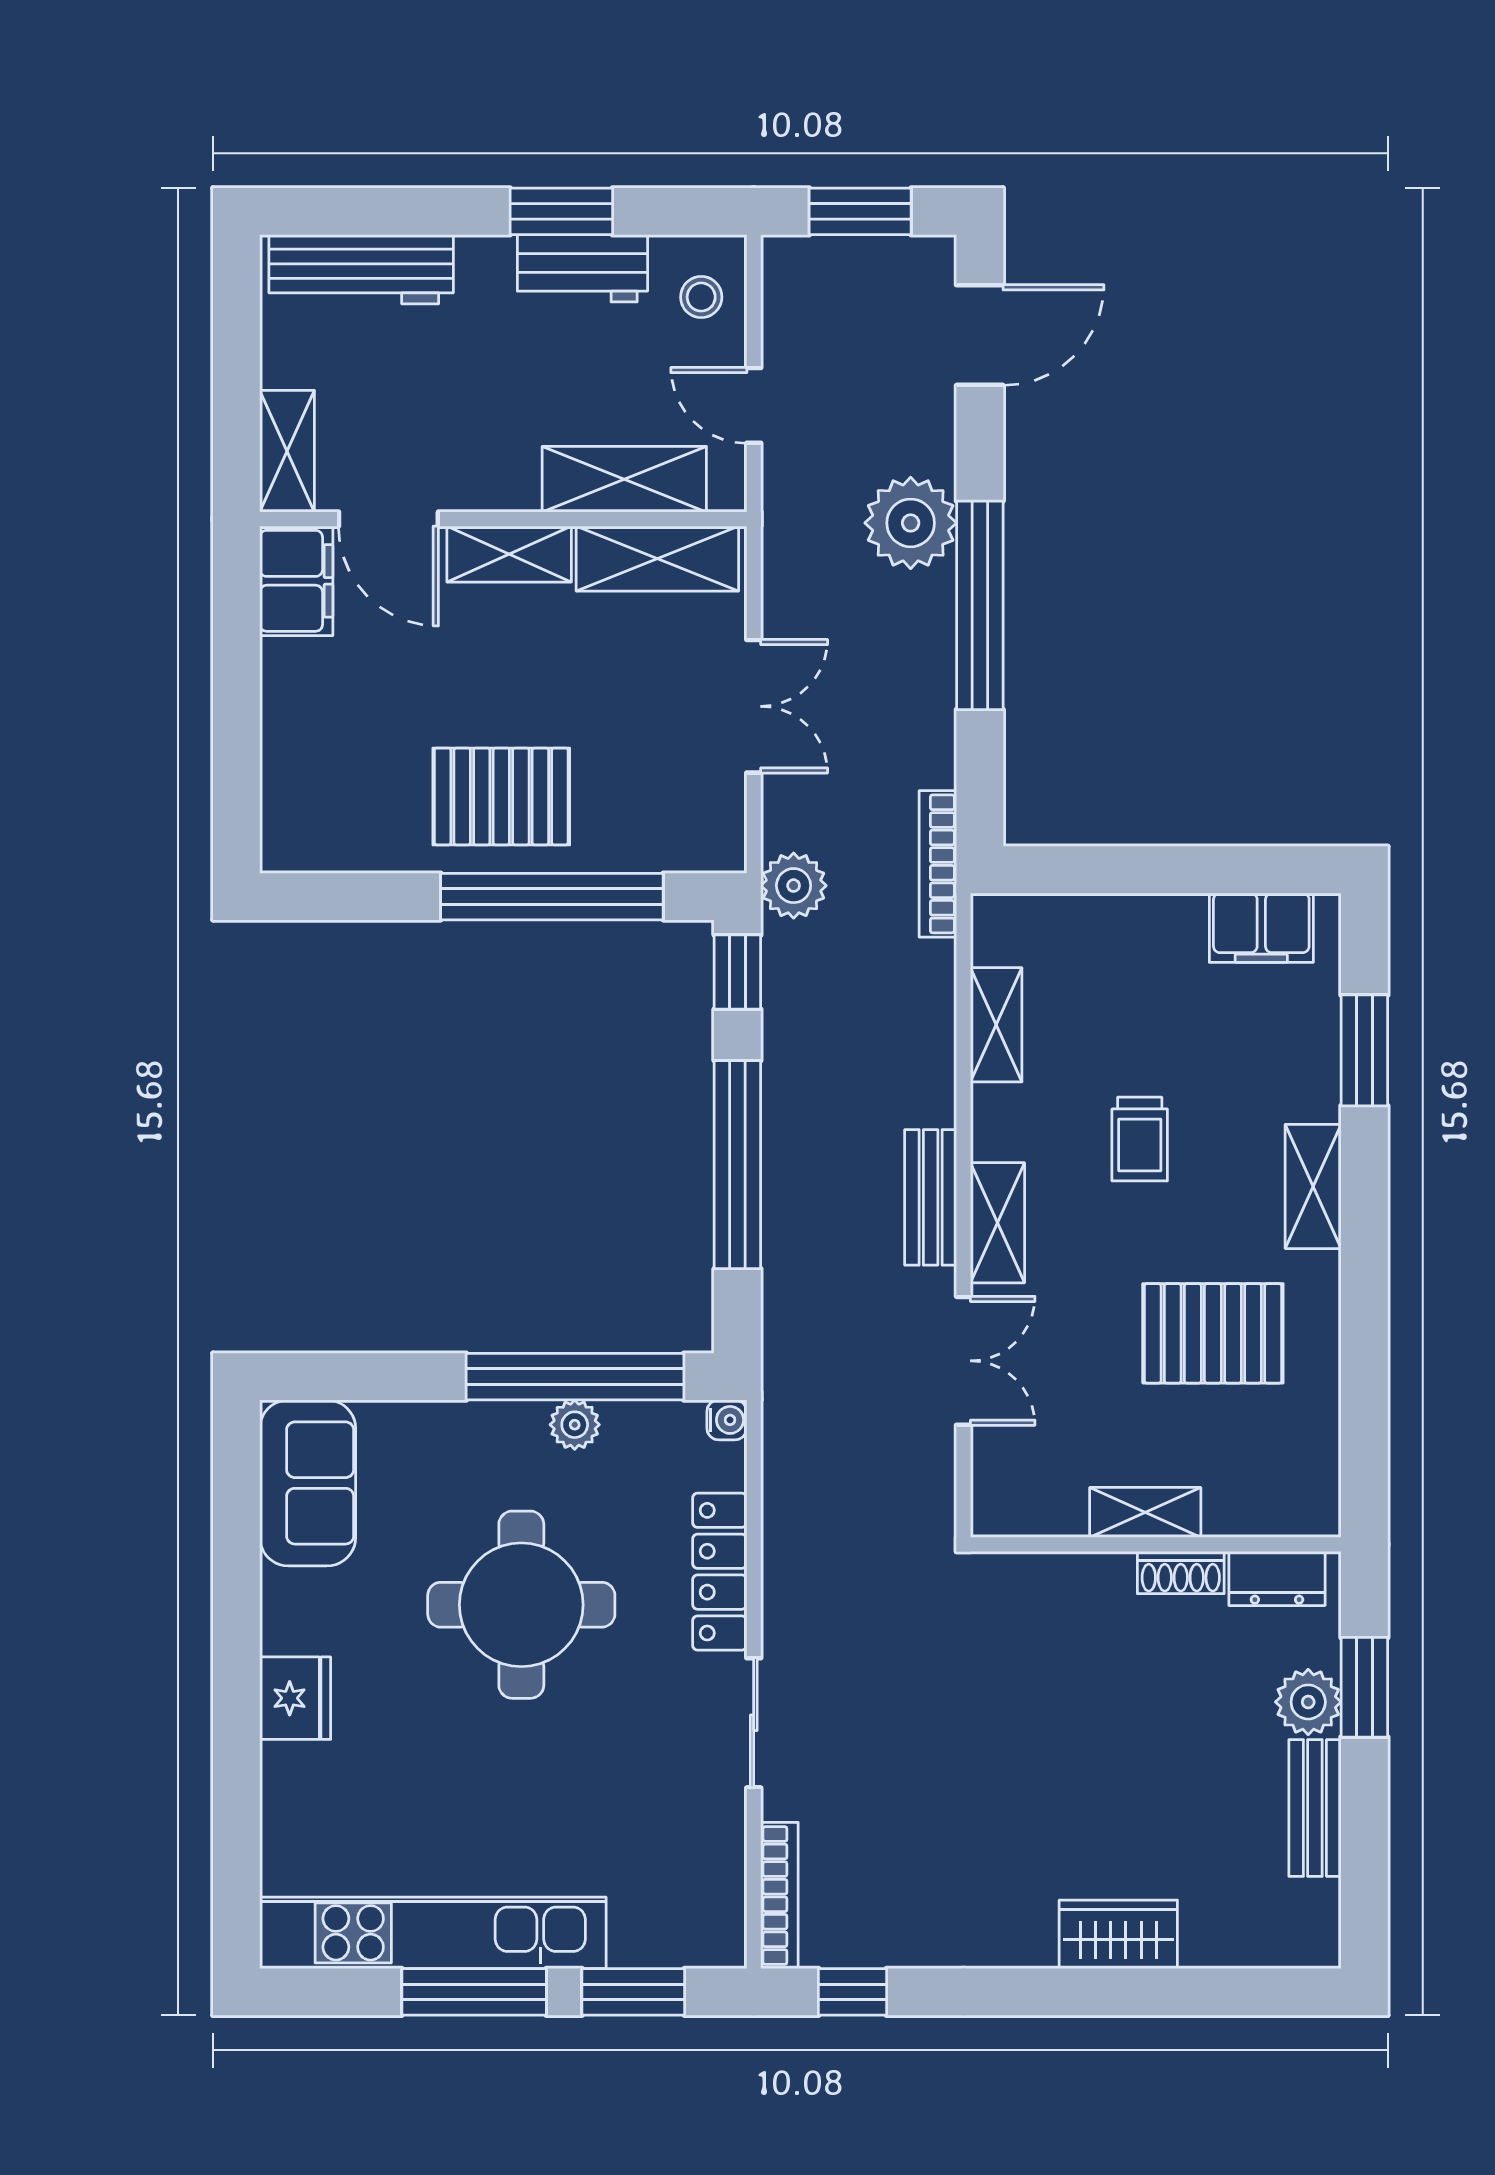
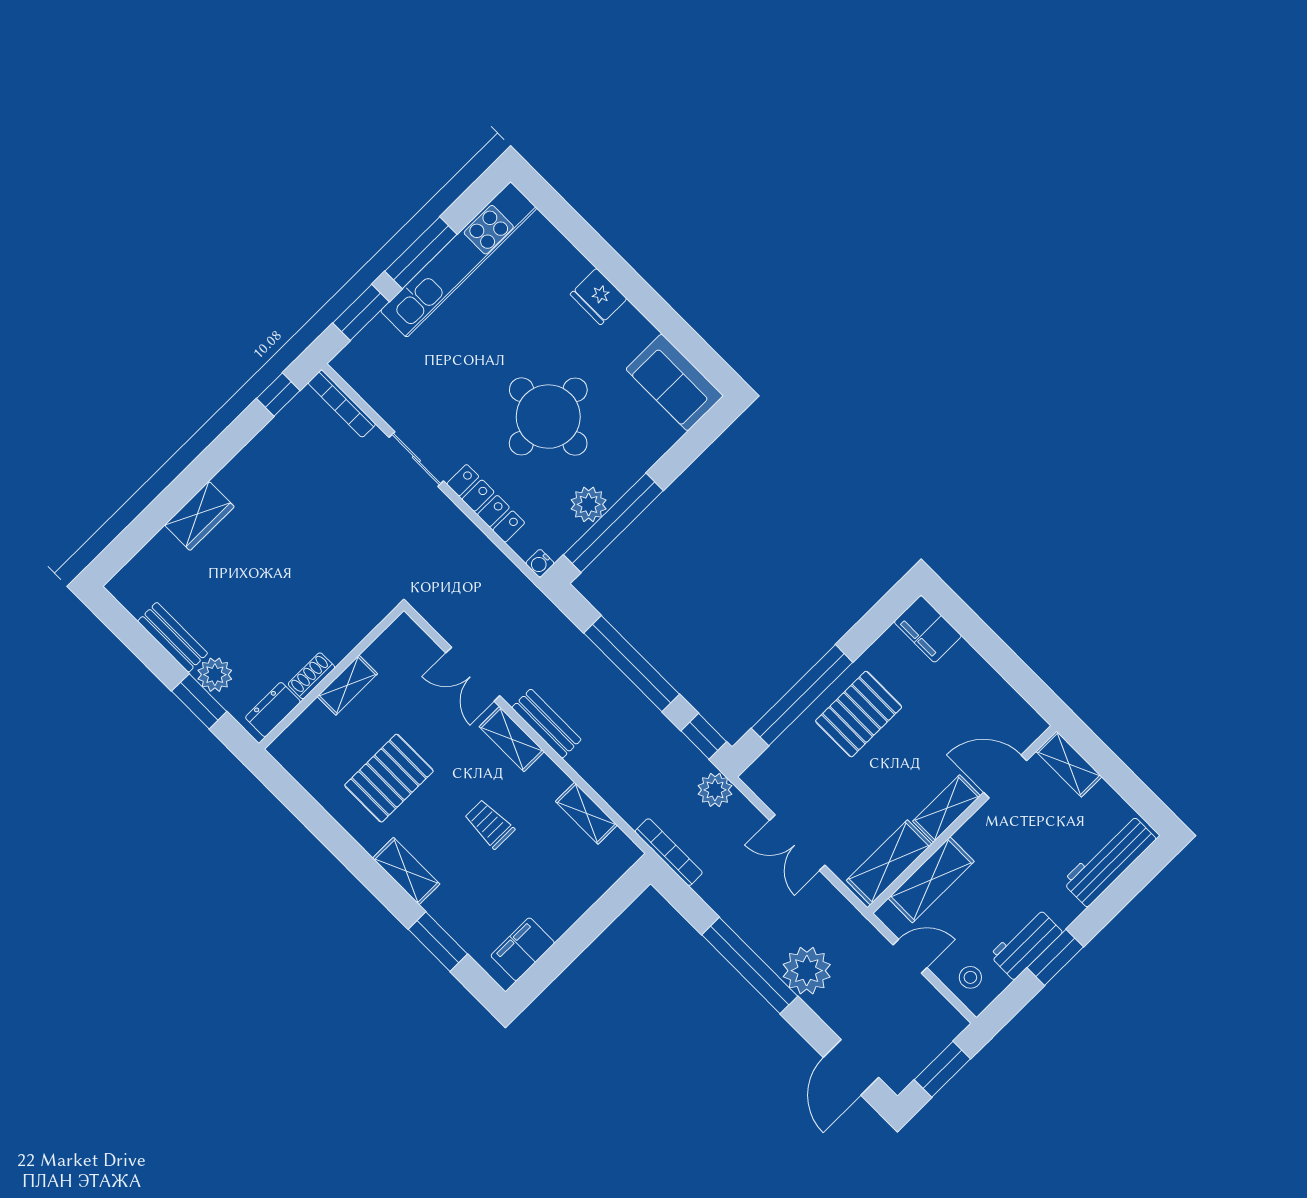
filing cabinet: (296, 581) -> (928, 629), moved
plant: (575, 1425) -> (589, 504), width x1.38, depth x1.38

